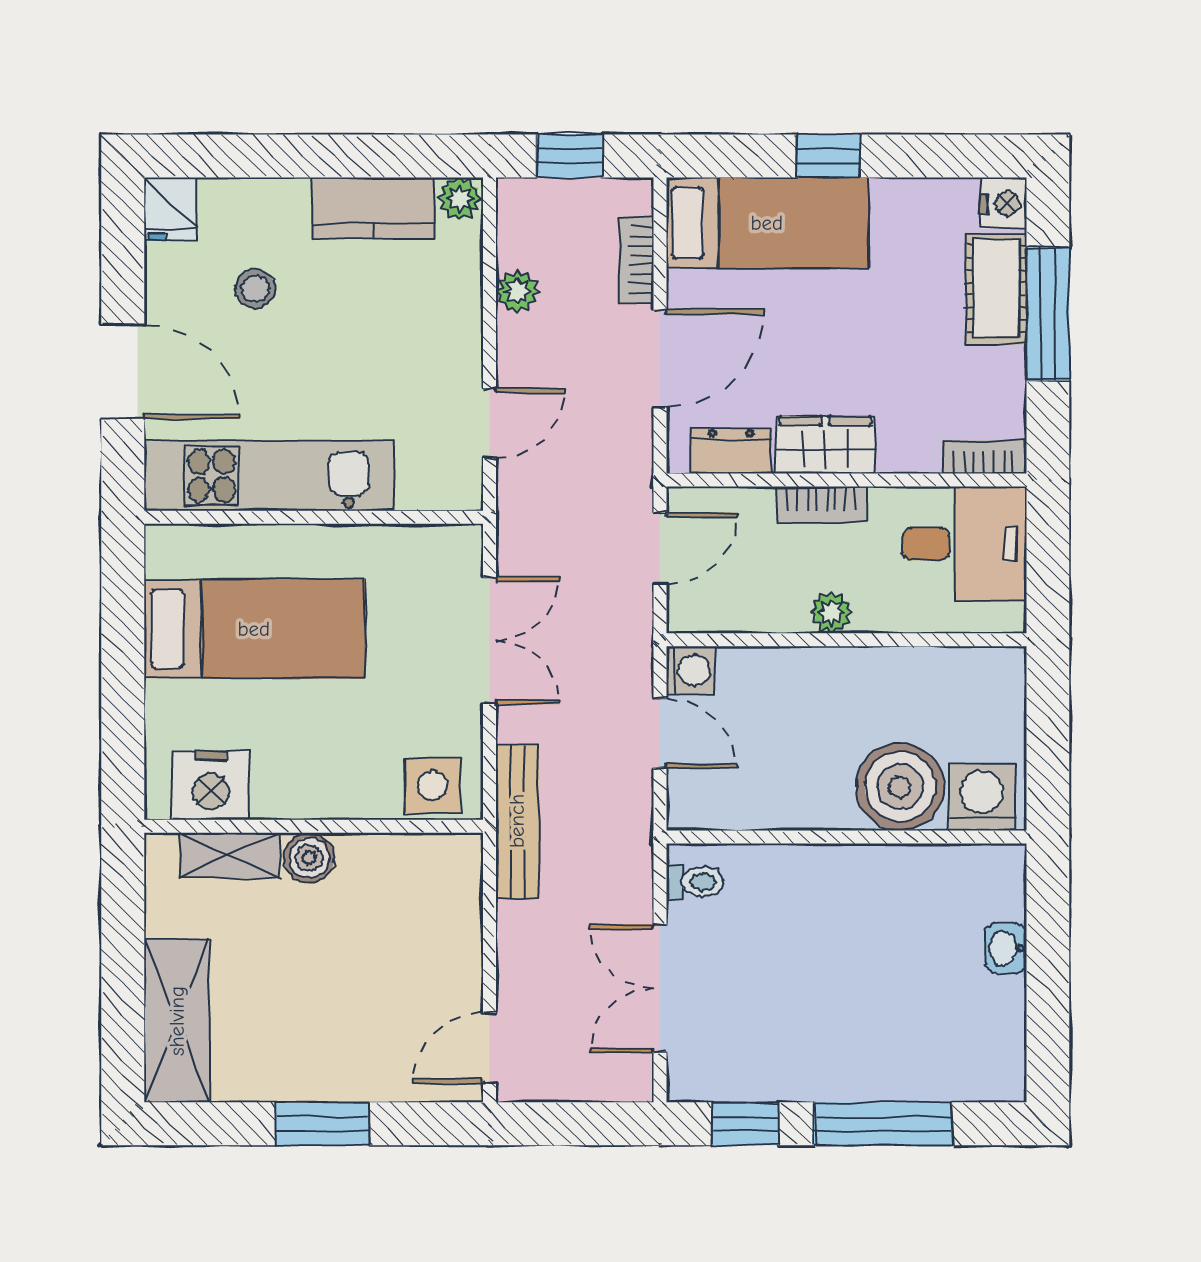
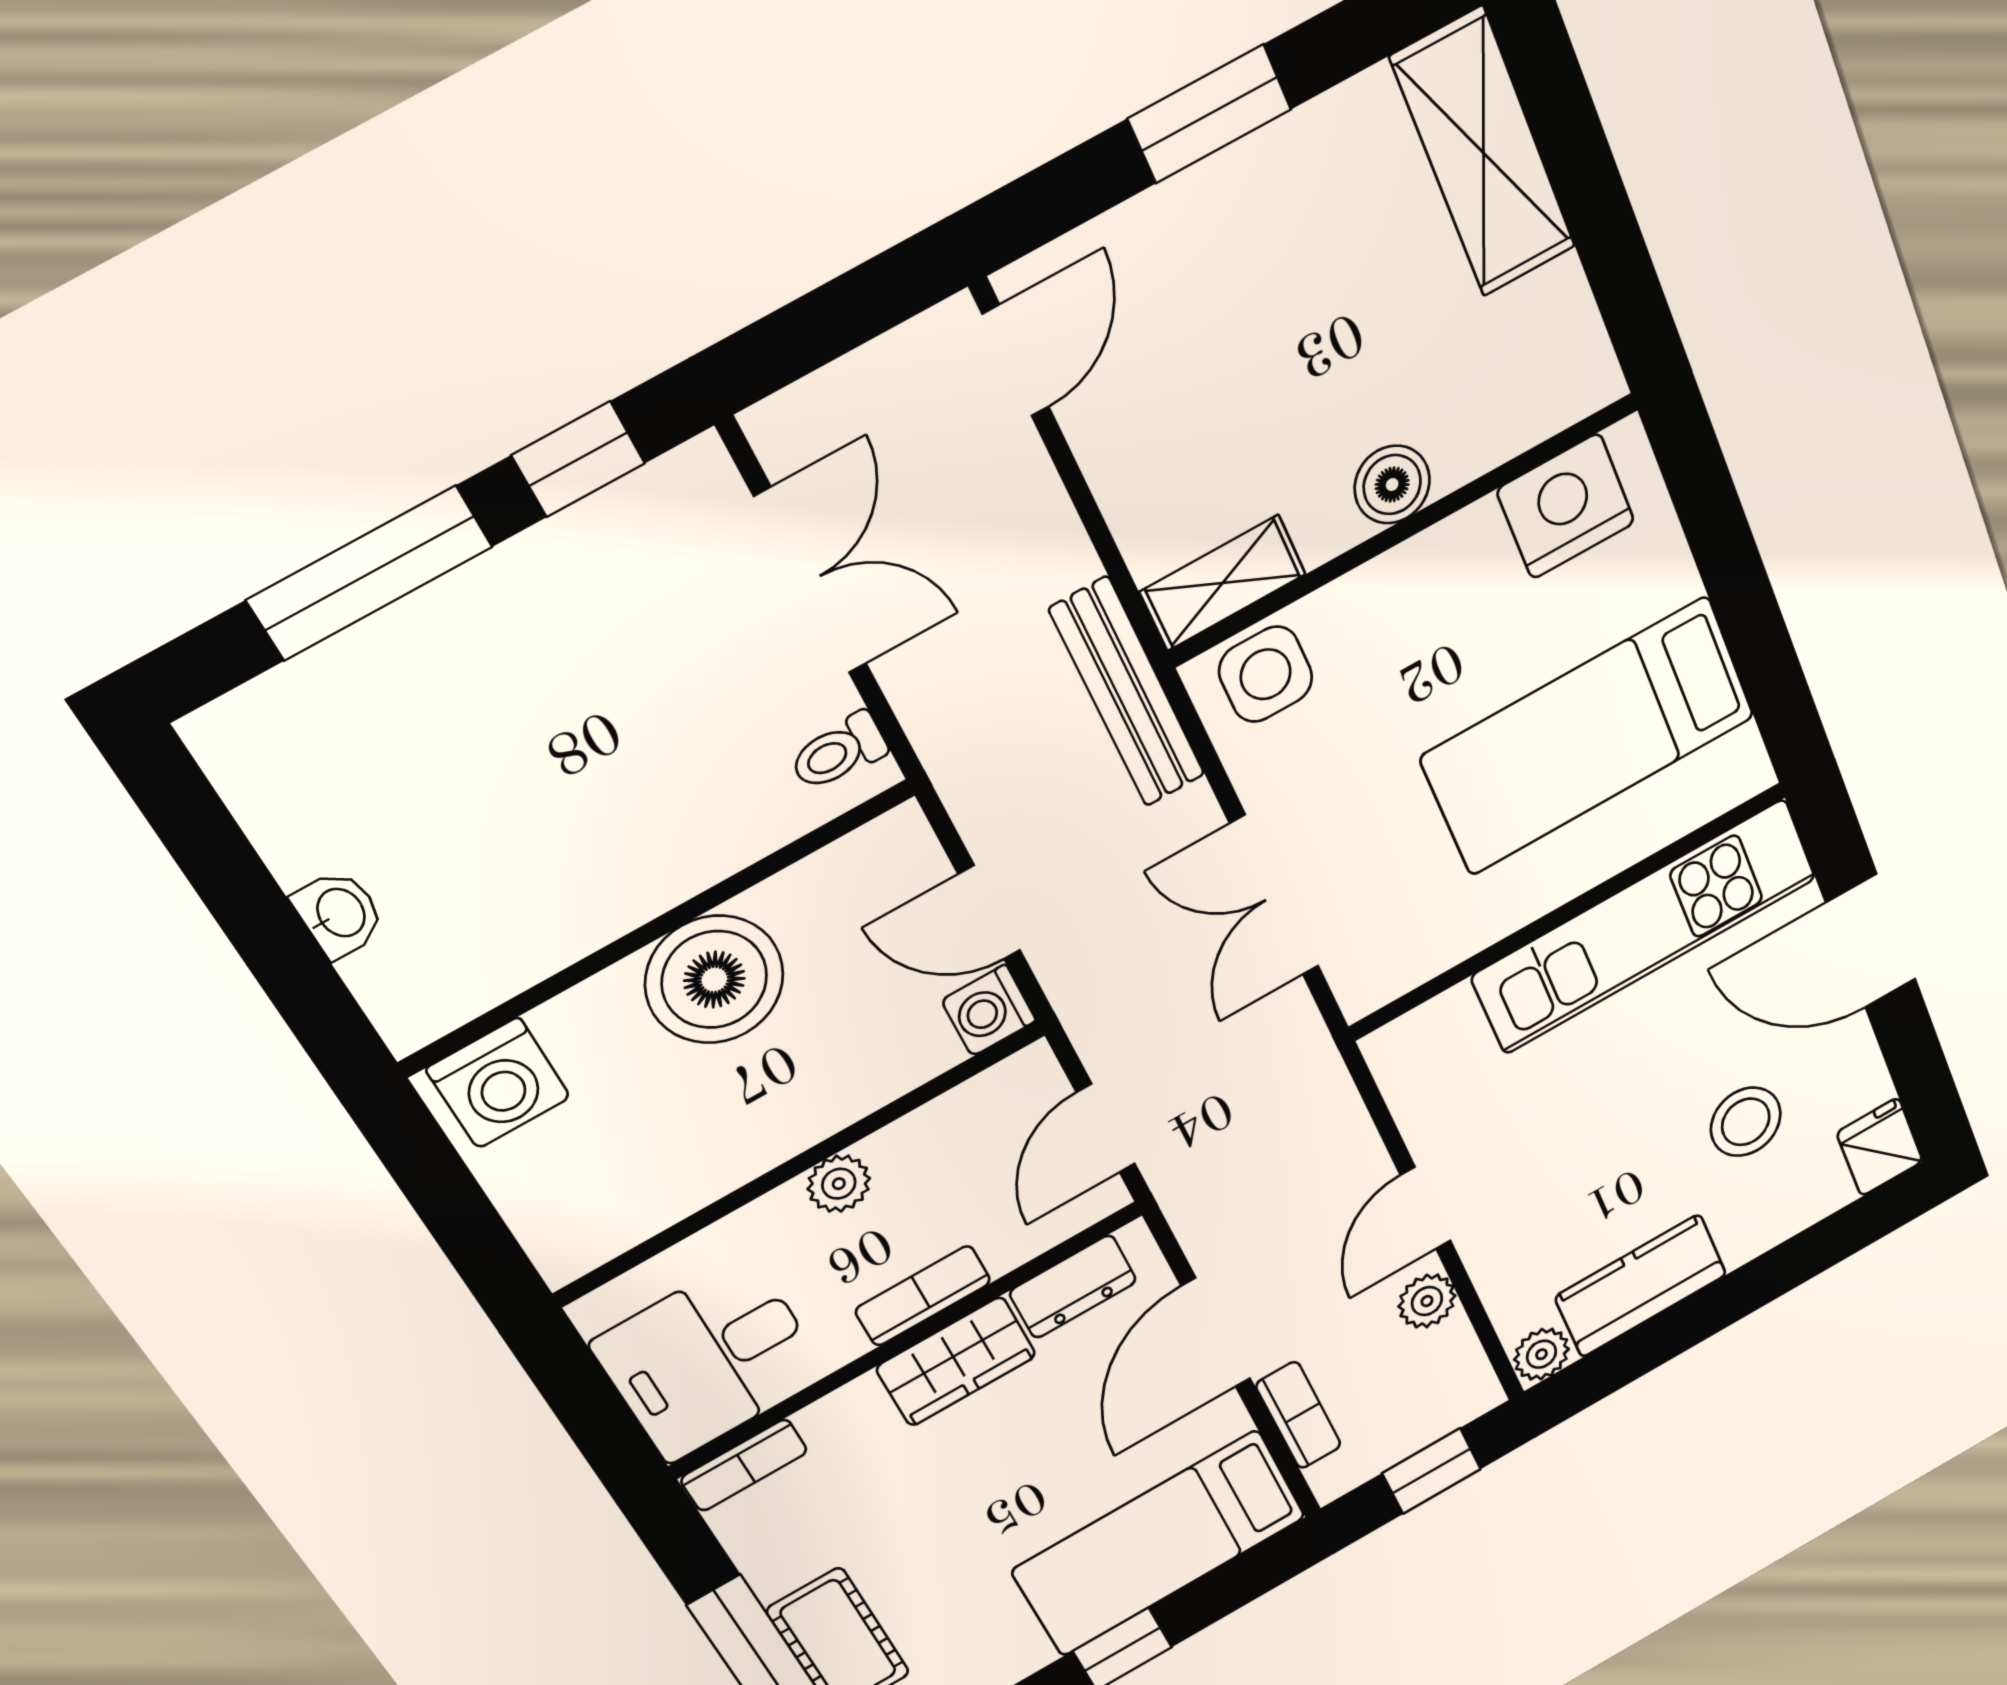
stool: (255, 289) -> (1746, 1122), width x1.37, depth x1.37
door: (489, 423) -> (1426, 1208), moved
boiler: (900, 787) -> (714, 980), moved
shelving: (230, 855) -> (1223, 583), moved

